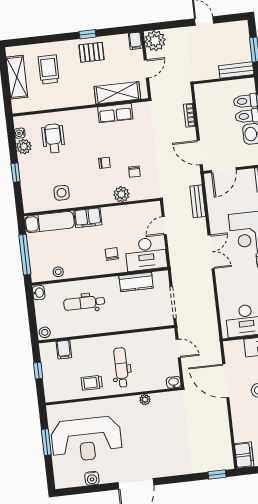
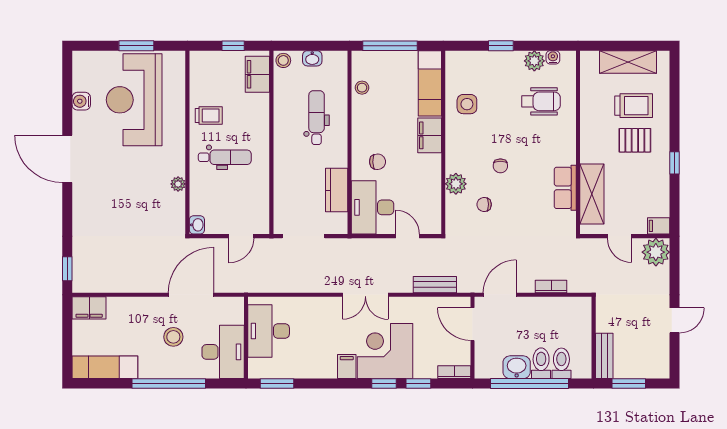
pallet: (92, 52) -> (635, 140), moved, turned 90
washbasin: (39, 293) -> (312, 58), moved
filing cabinet: (64, 350) -> (257, 74), width x2.00
trolley: (92, 383) -> (209, 115), turned 90

